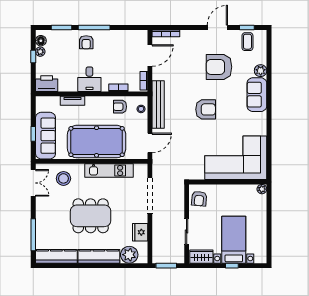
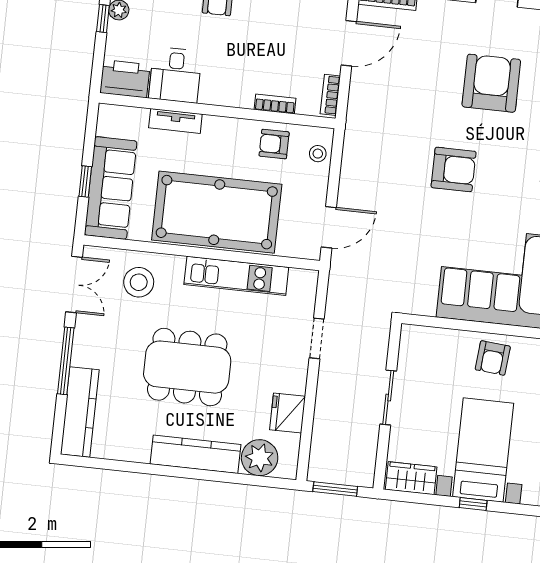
armchair: (219, 67) -> (491, 83), turned 90
desk: (89, 79) -> (175, 75), moved
bench: (158, 104) -> (355, 148), removed
doorway: (150, 196) -> (317, 338), width x0.53
armchair: (199, 199) -> (493, 358), moved
sliding door: (187, 231) -> (388, 398), moved
window: (33, 235) -> (66, 361), moved
kitchen counter: (56, 256) -> (80, 412), moved, turned 90

